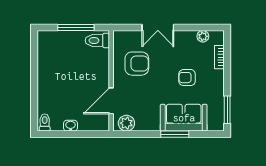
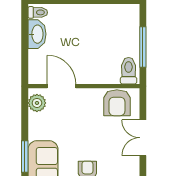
armchair: (137, 64) -> (117, 103), moved
washbasin: (71, 126) -> (37, 34), width x1.91, depth x1.45

